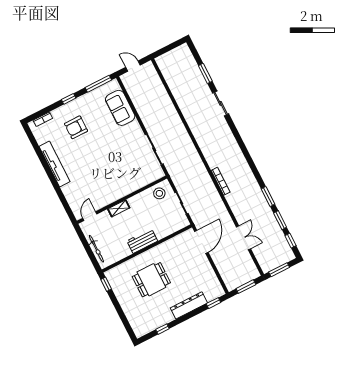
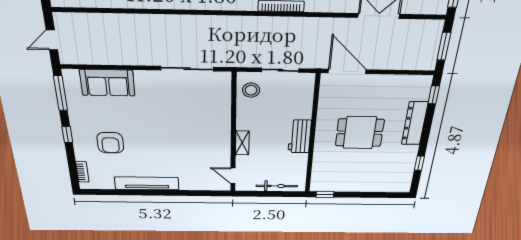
dining table: (151, 280) -> (360, 133), moved, turned 90

